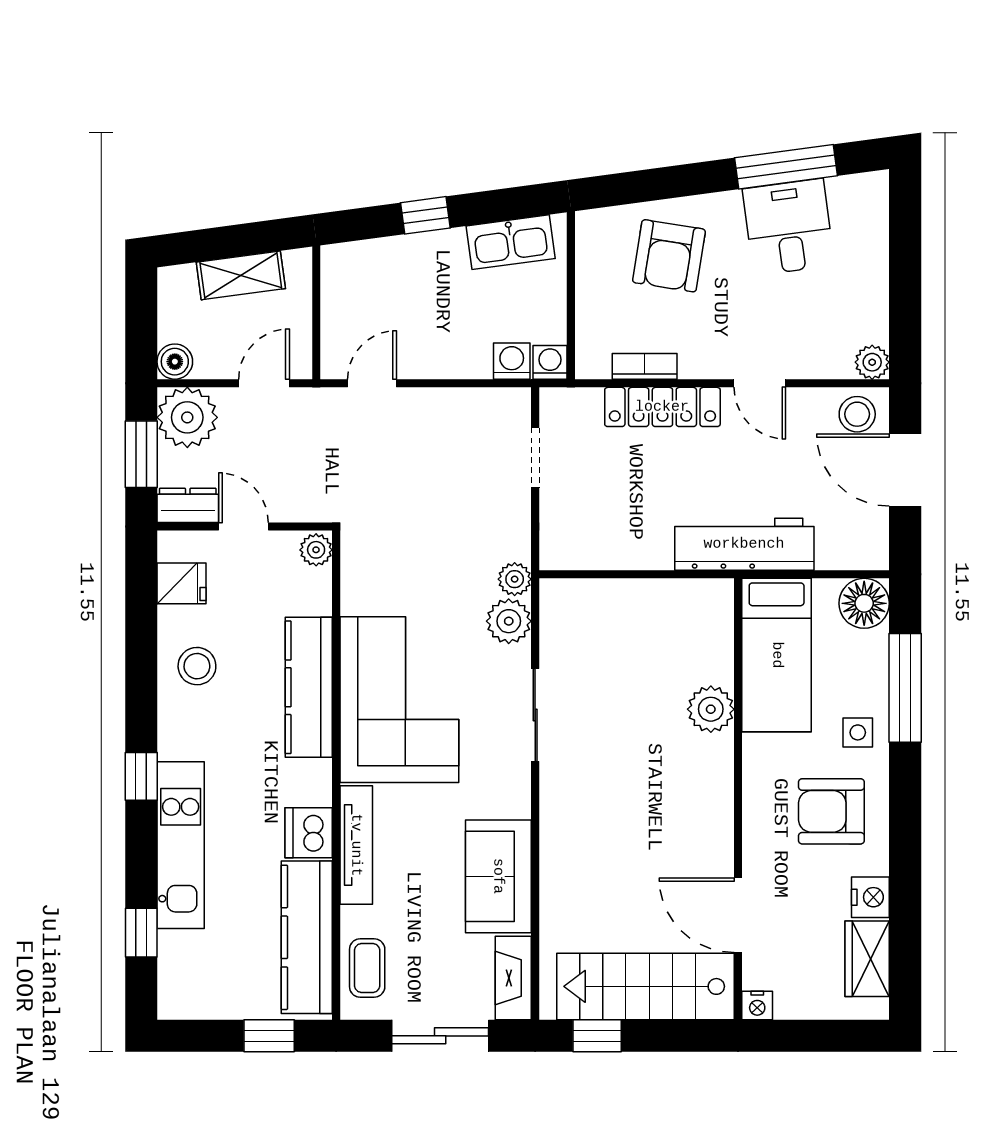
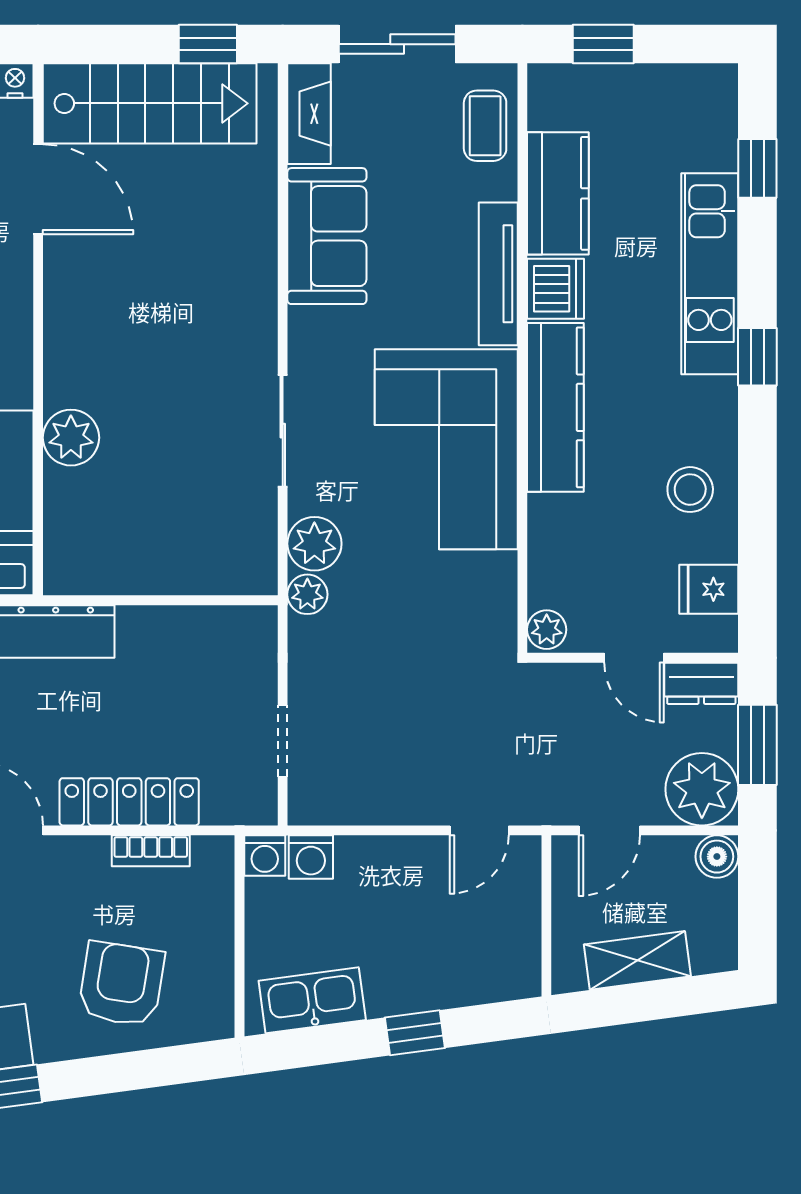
kitchen counter: (309, 687) -> (555, 407), moved
kitchen counter: (307, 937) -> (558, 193), width x0.67

